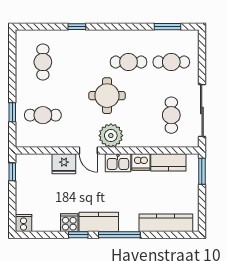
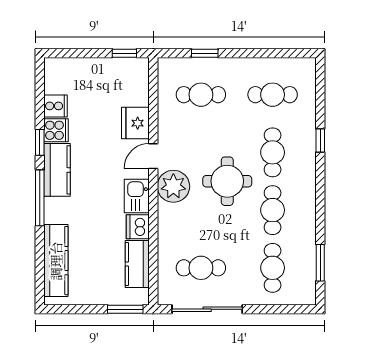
cafe table: (86, 62) -> (273, 152), added
cafe table: (43, 115) -> (201, 95), turned 90
cooker: (23, 223) -> (55, 106), moved

